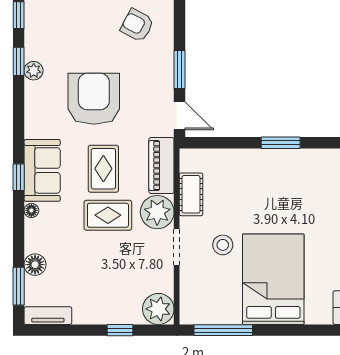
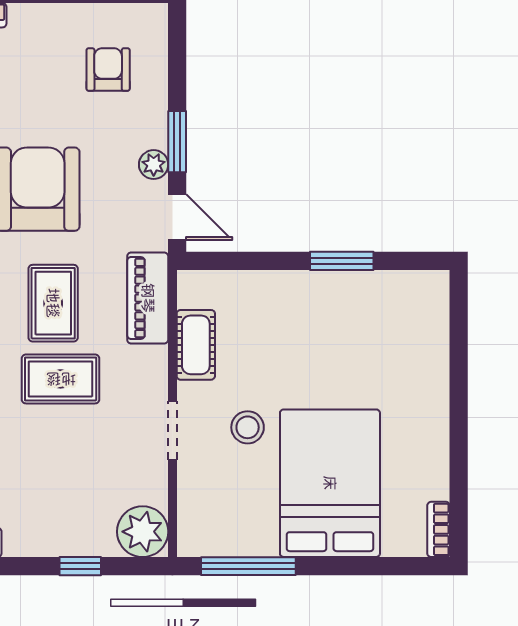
armchair: (137, 25) -> (108, 70), turned 62
plant: (157, 212) -> (154, 165), moved, width x0.53, depth x0.53

